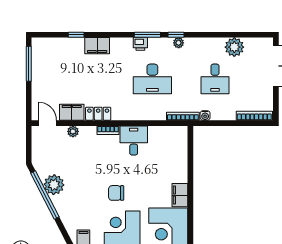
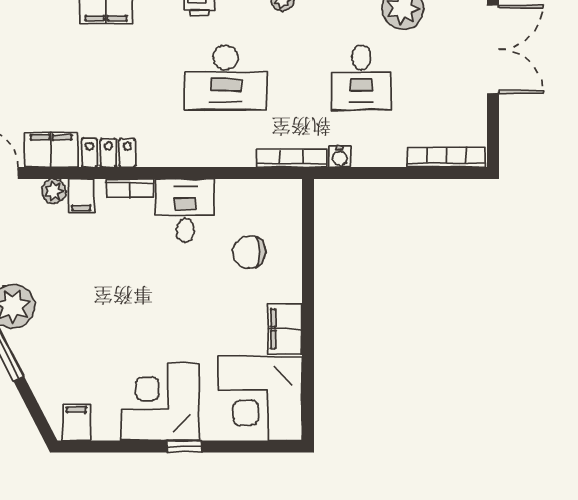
filing cabinet: (86, 134) -> (81, 196), added
chair: (116, 193) -> (249, 252), moved

